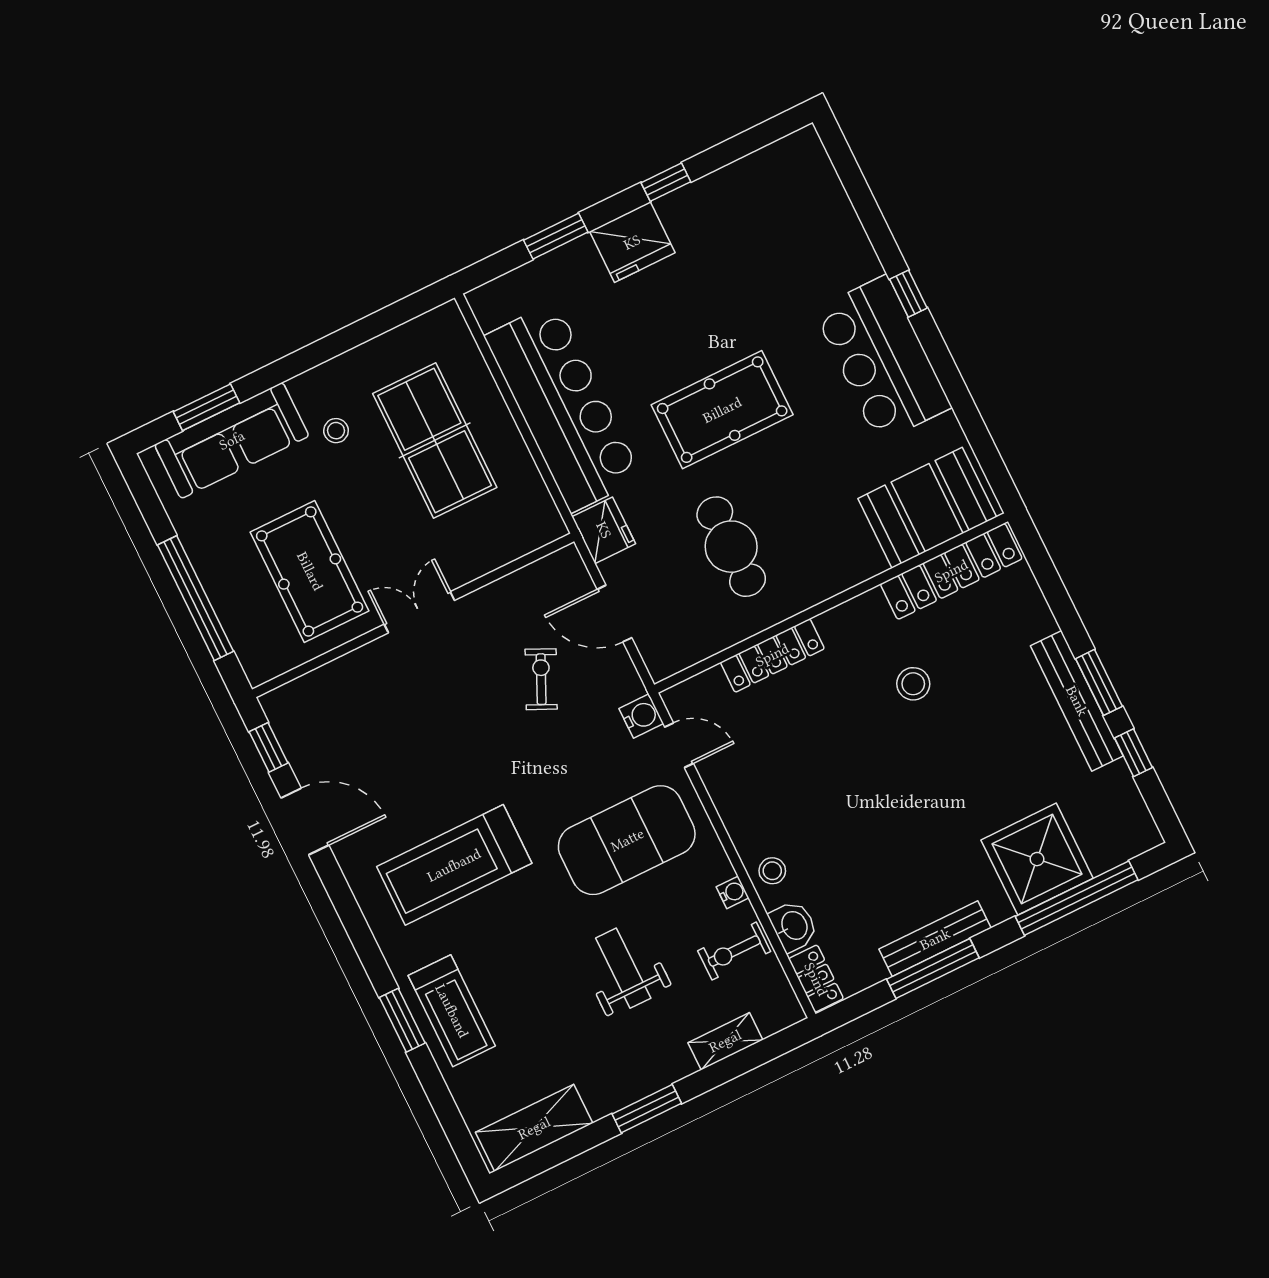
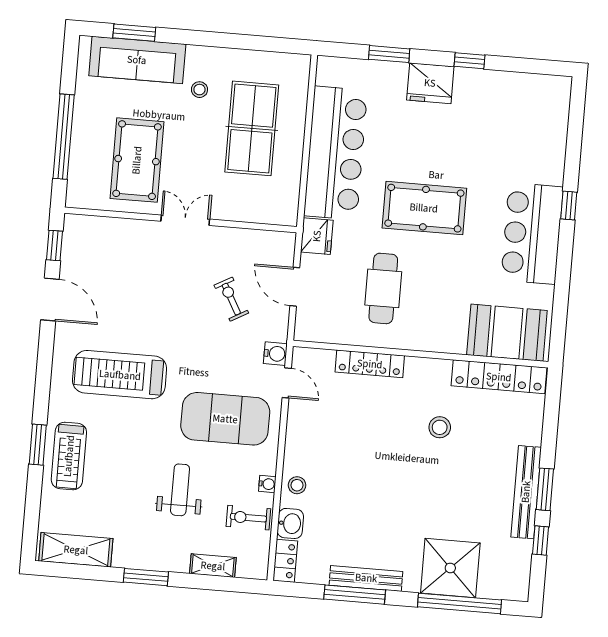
exercise bike: (541, 679) -> (231, 299), turned -54

